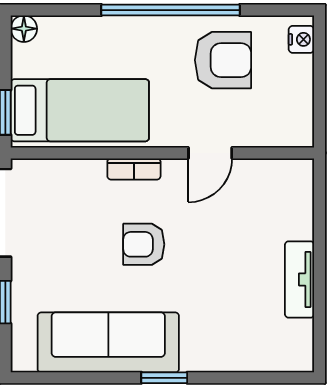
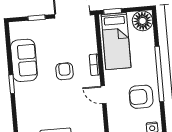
floor lamp: (24, 29) -> (143, 21), width x1.89, depth x1.89
armchair: (223, 60) -> (141, 97), turned 90
sofa: (108, 342) -> (24, 60), width x0.73

